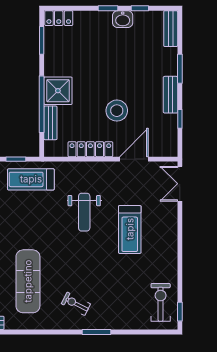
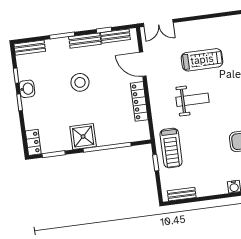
shower: (58, 91) -> (83, 136), moved
stool: (117, 111) -> (80, 82), moved
bench: (50, 123) -> (115, 36), moved

